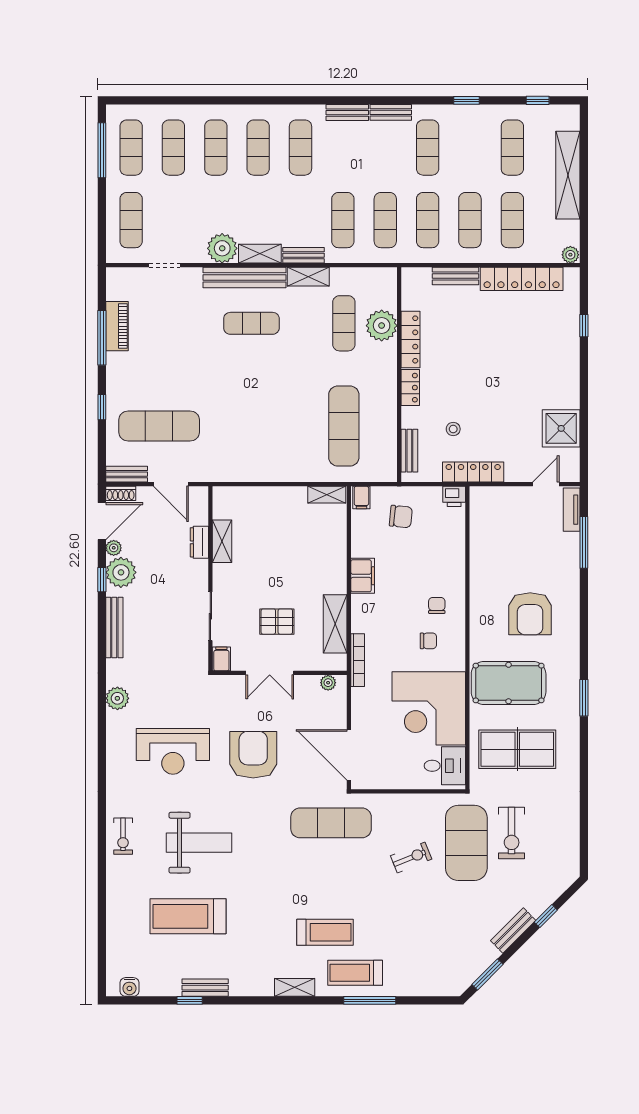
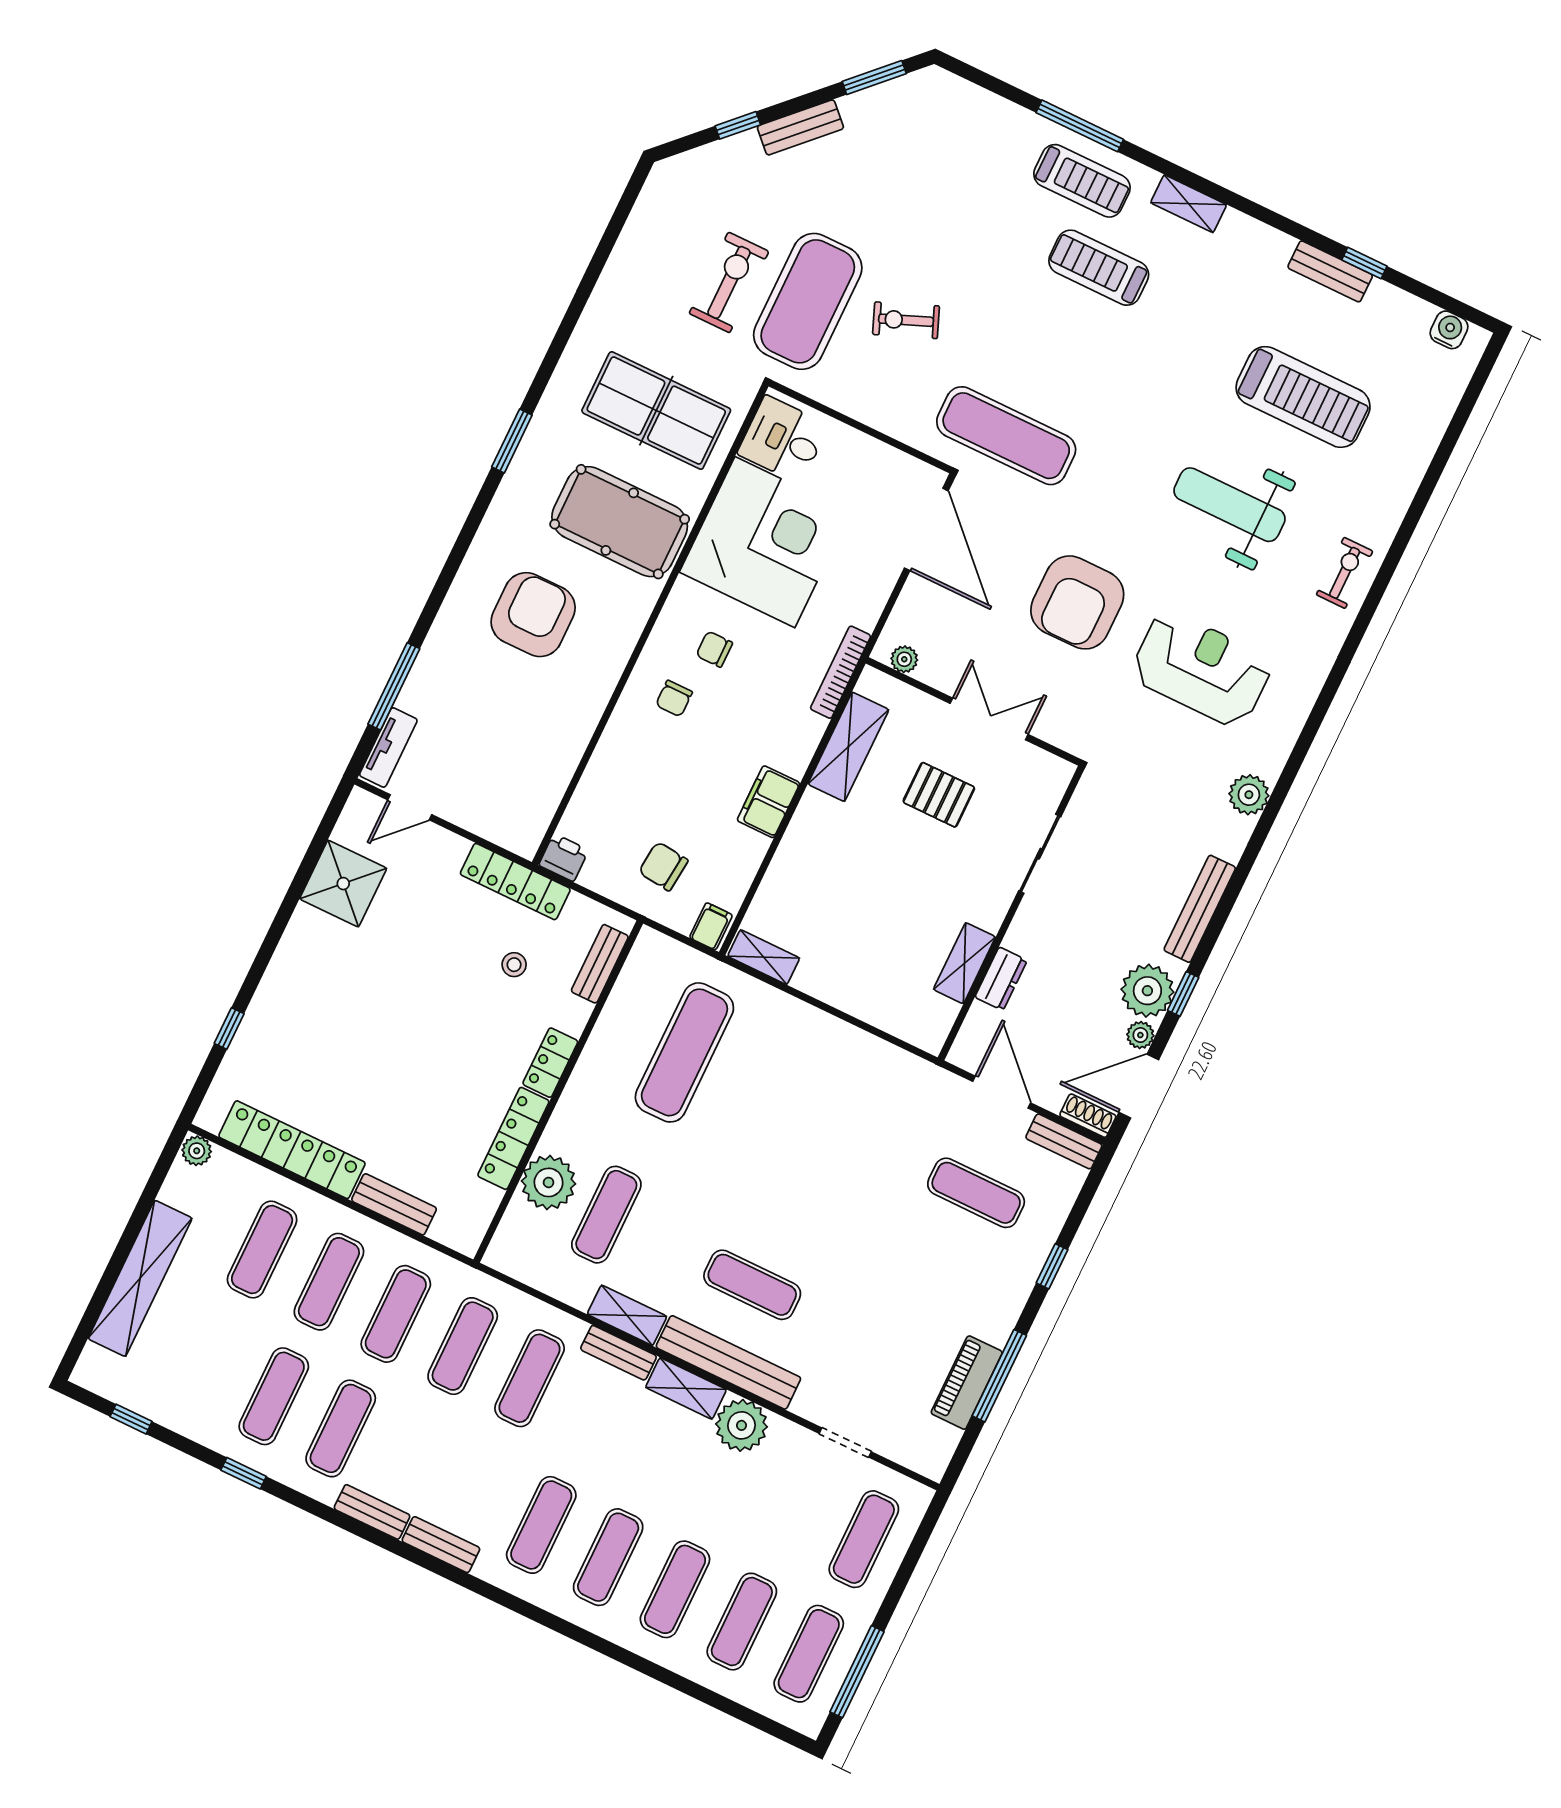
exercise mat: (512, 148) -> (274, 1396), moved
exercise mat: (159, 426) -> (976, 1193), width x0.73, depth x0.69
filing cabinet: (221, 659) -> (1055, 778), removed

